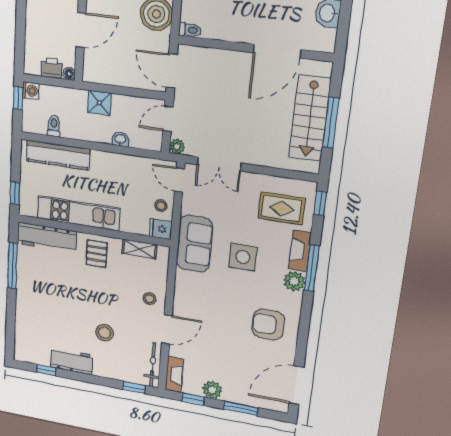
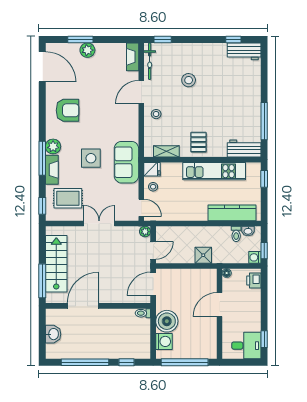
printer: (52, 68) -> (254, 281), moved, turned 90
door: (172, 71) -> (153, 284), swing flipped
window: (331, 123) -> (42, 281), moved
washbasin: (120, 139) -> (248, 231), moved
double door: (219, 164) -> (99, 223), moved
workbench: (47, 237) -> (244, 148), width x0.73
workbench: (72, 361) -> (244, 51), moved
door: (296, 385) -> (42, 67), hinge flipped
plant: (212, 390) -> (87, 50), moved
window: (193, 399) -> (117, 39), removed

